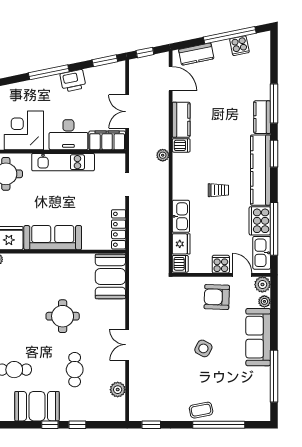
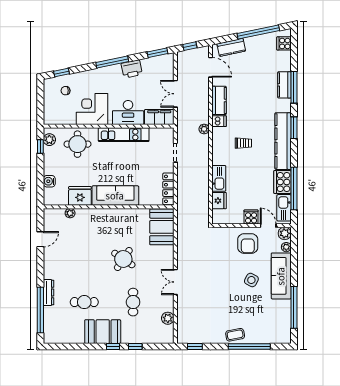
cooker: (239, 46) -> (284, 43), moved, turned 102
kitchen counter: (262, 117) -> (284, 85), moved
trolley: (218, 190) -> (243, 143), moved
dishwasher: (180, 264) -> (218, 217), removed
armchair: (217, 297) -> (248, 243), turned -92
round table: (63, 316) -> (123, 259), turned 34
side table: (203, 348) -> (251, 280), moved

